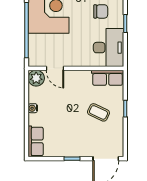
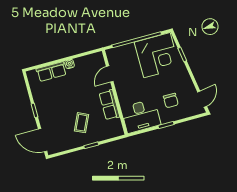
plant: (36, 78) -> (97, 60), removed
row of seats: (108, 78) -> (109, 105), moved
row of seats: (36, 141) -> (51, 72), moved

